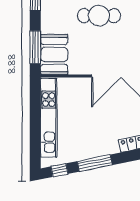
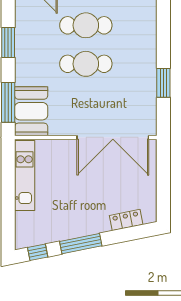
kitchen unit: (49, 118) -> (25, 175), width x0.73

